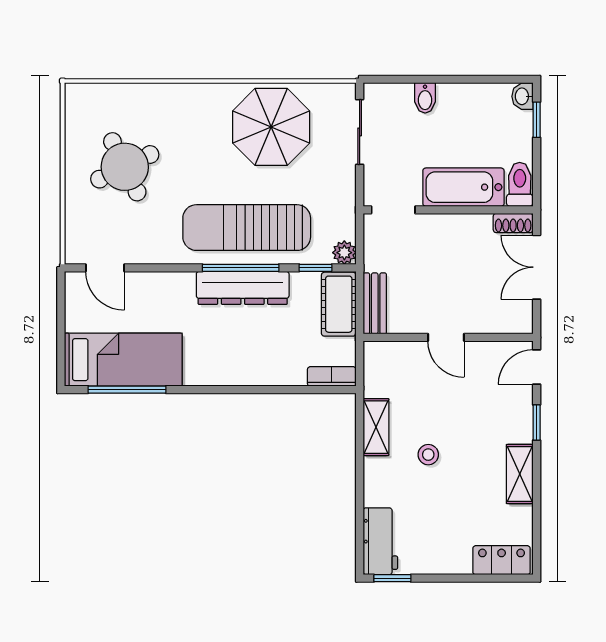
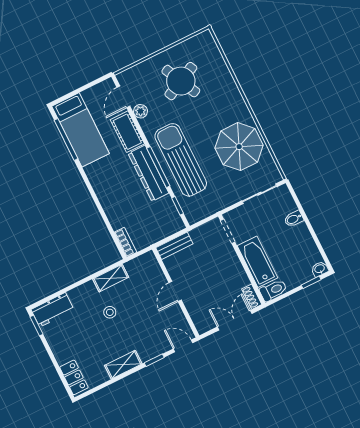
plant: (344, 253) -> (140, 111), moved
cot: (339, 304) -> (127, 132), moved, turned 90

